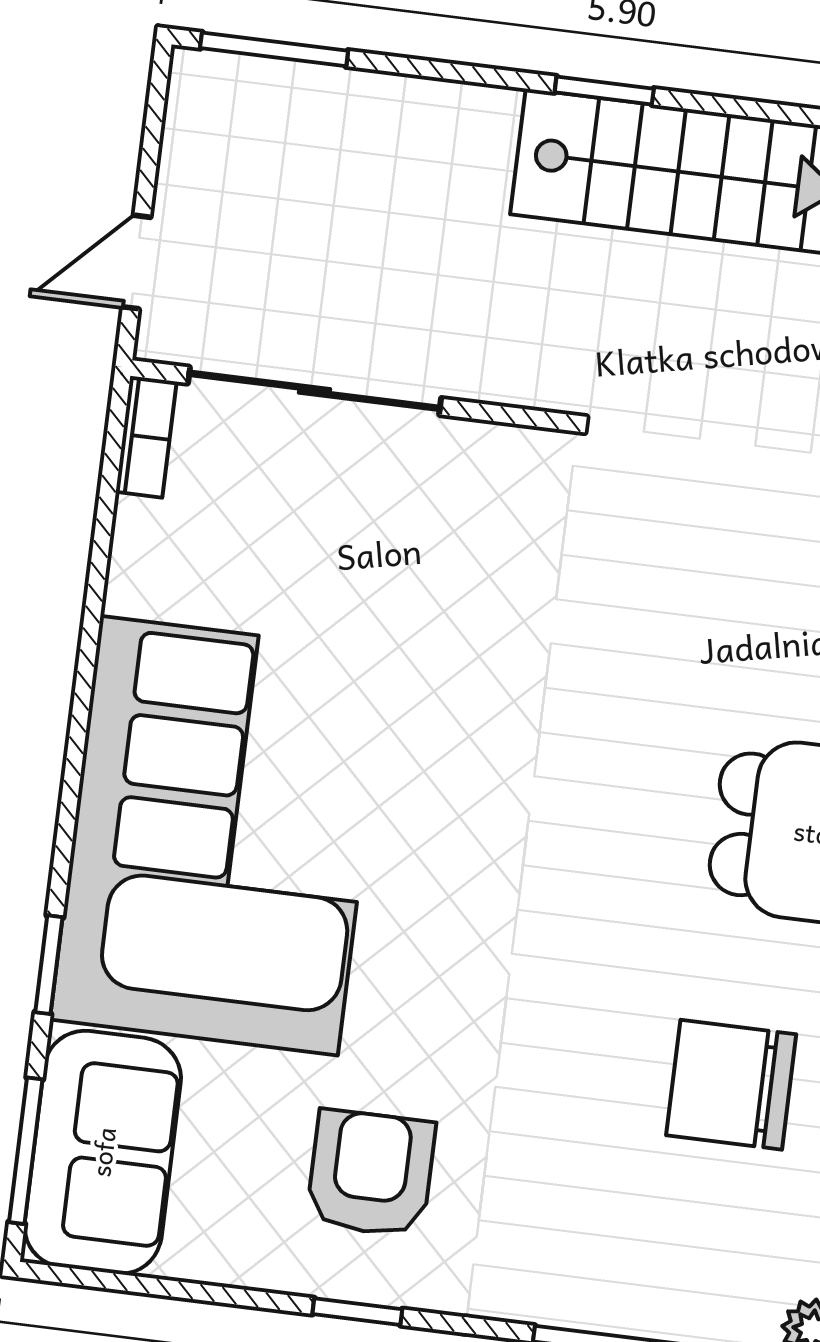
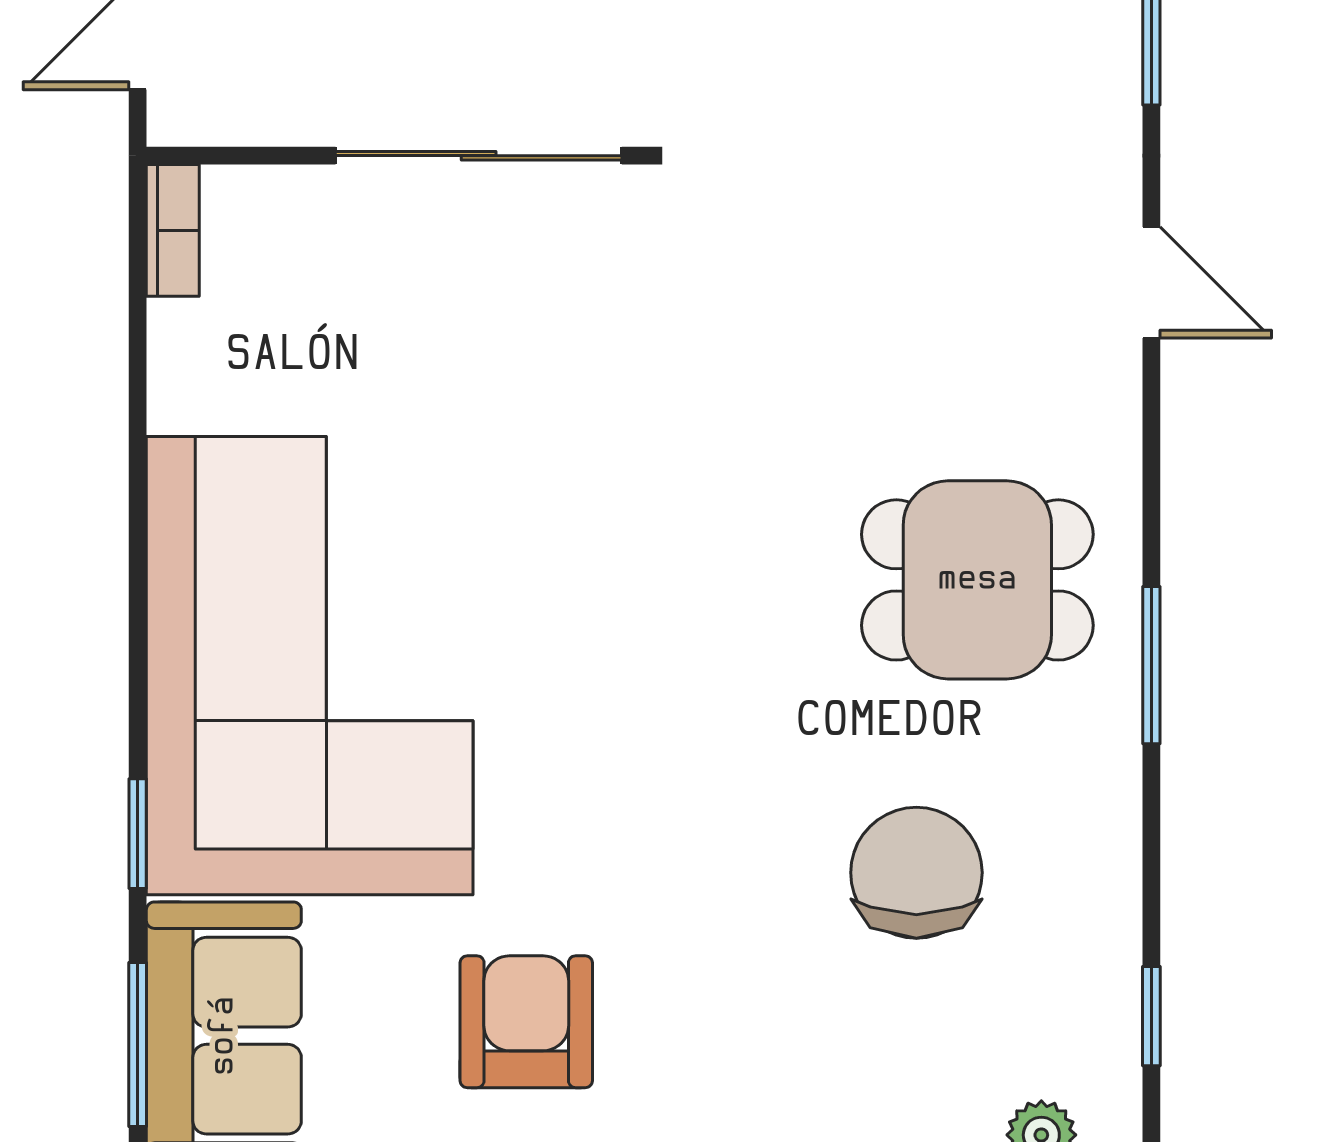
sliding door: (314, 391) -> (479, 156), moved
chair: (731, 1085) -> (916, 873), turned 90

